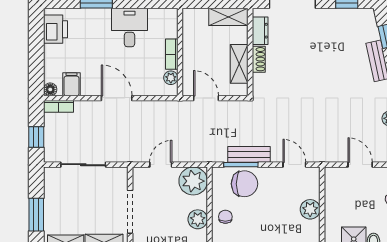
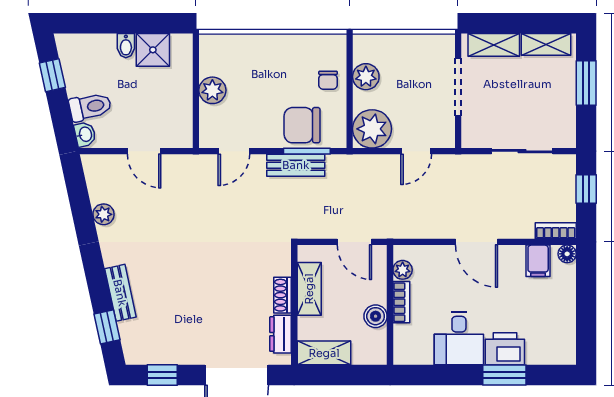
printer: (56, 29) -> (505, 349), moved, turned 90
boiler: (191, 44) -> (376, 316), added
door: (294, 165) -> (234, 151), hinge flipped

